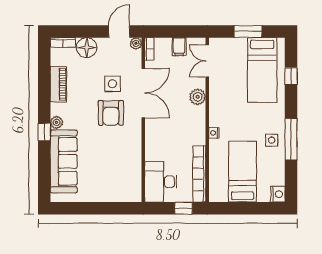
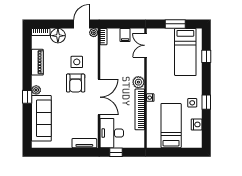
double door: (143, 93) -> (99, 97), moved
plant: (198, 97) -> (138, 82), moved
window: (291, 139) -> (206, 102), width x0.46
bookcase: (199, 174) -> (140, 109), moved
nightstand: (278, 194) -> (197, 124), moved
tv unit: (123, 196) -> (84, 143), added
window: (184, 208) -> (116, 152), moved

